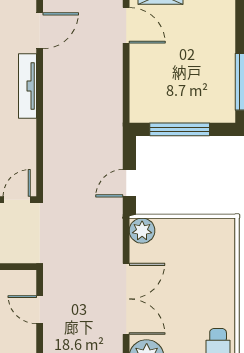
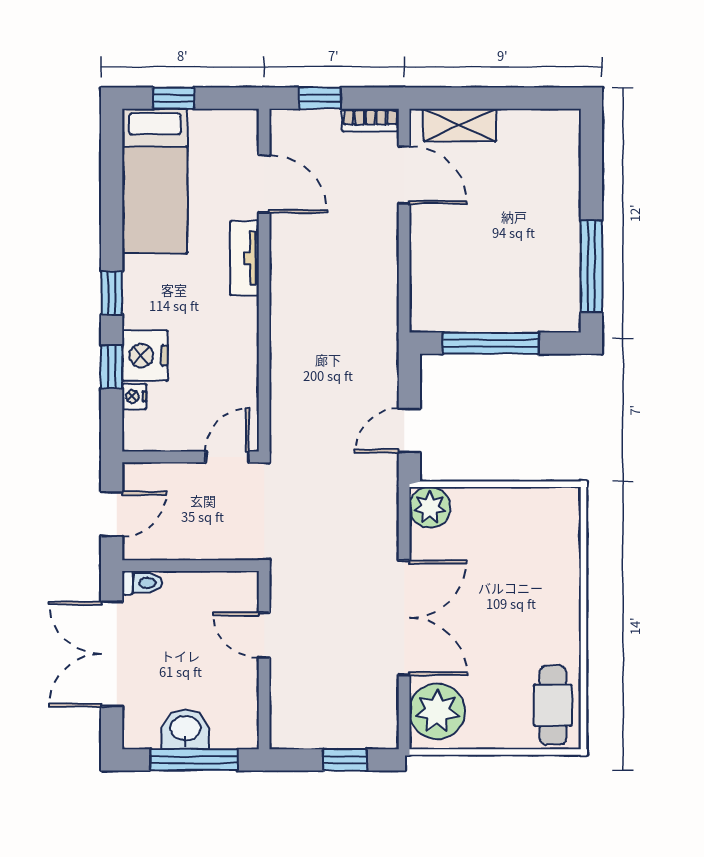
door: (40, 31) -> (264, 184), hinge flipped
tv unit: (27, 86) -> (245, 258), width x0.71

